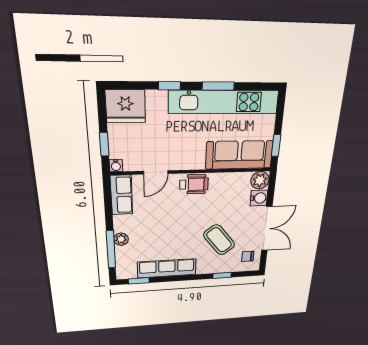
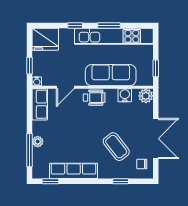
sofa: (239, 155) -> (111, 75), moved
water cooler: (259, 198) -> (125, 95), moved, turned -90

